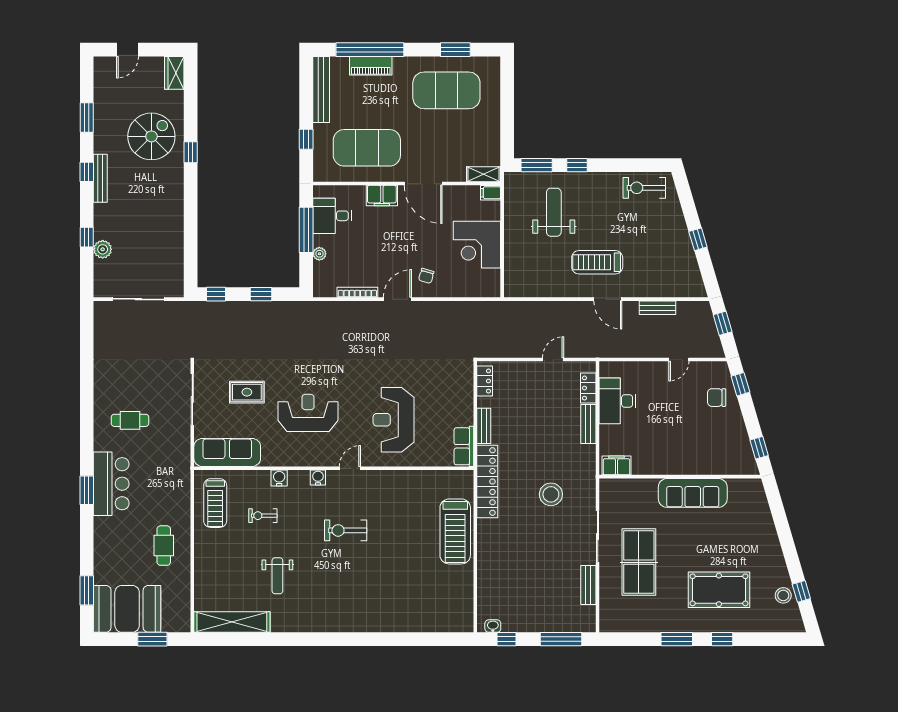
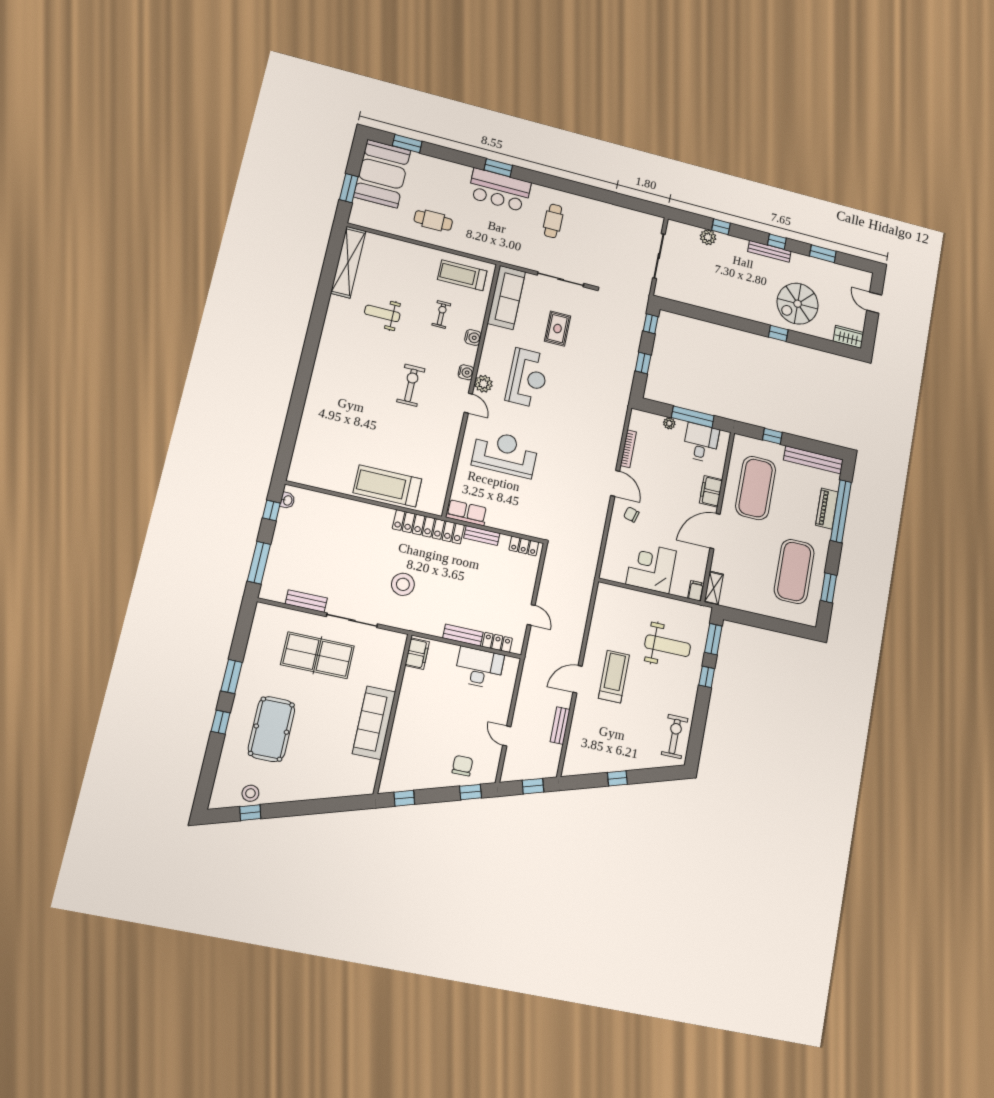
spiral stairs: (151, 136) -> (798, 304), turned 90
plant: (326, 457) -> (483, 384), added

